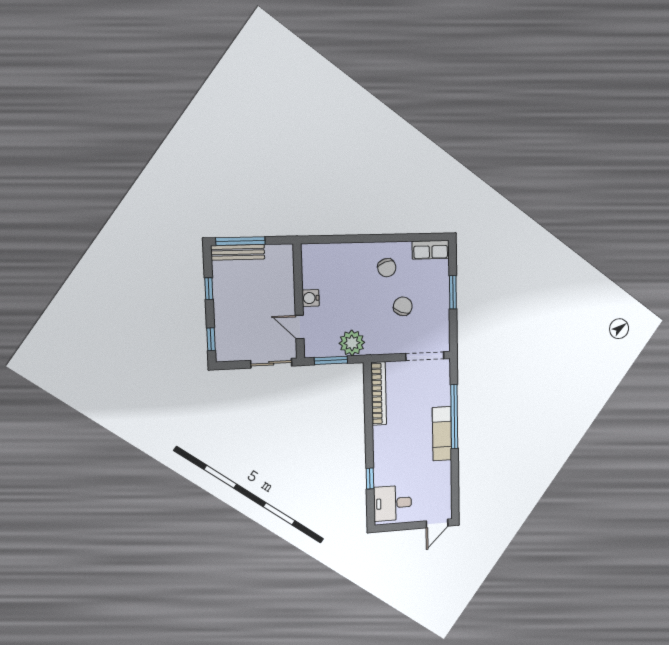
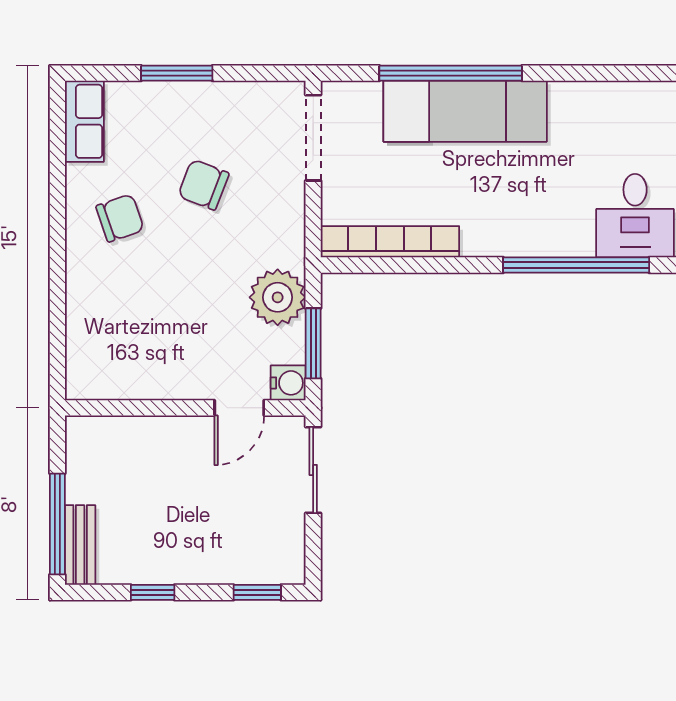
bench: (238, 252) -> (80, 545), width x0.73
water cooler: (311, 298) -> (288, 383), moved, turned -90
exam couch: (442, 434) -> (465, 111), width x1.36, depth x1.45
window: (370, 479) -> (576, 265), width x3.17

